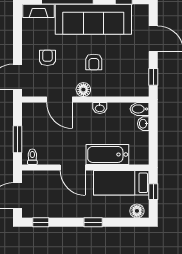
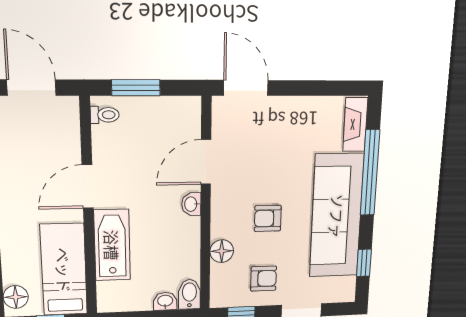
armchair: (47, 58) -> (264, 279), moved
floor lamp: (83, 90) -> (222, 251), moved
washbasin: (100, 108) -> (191, 204), moved

